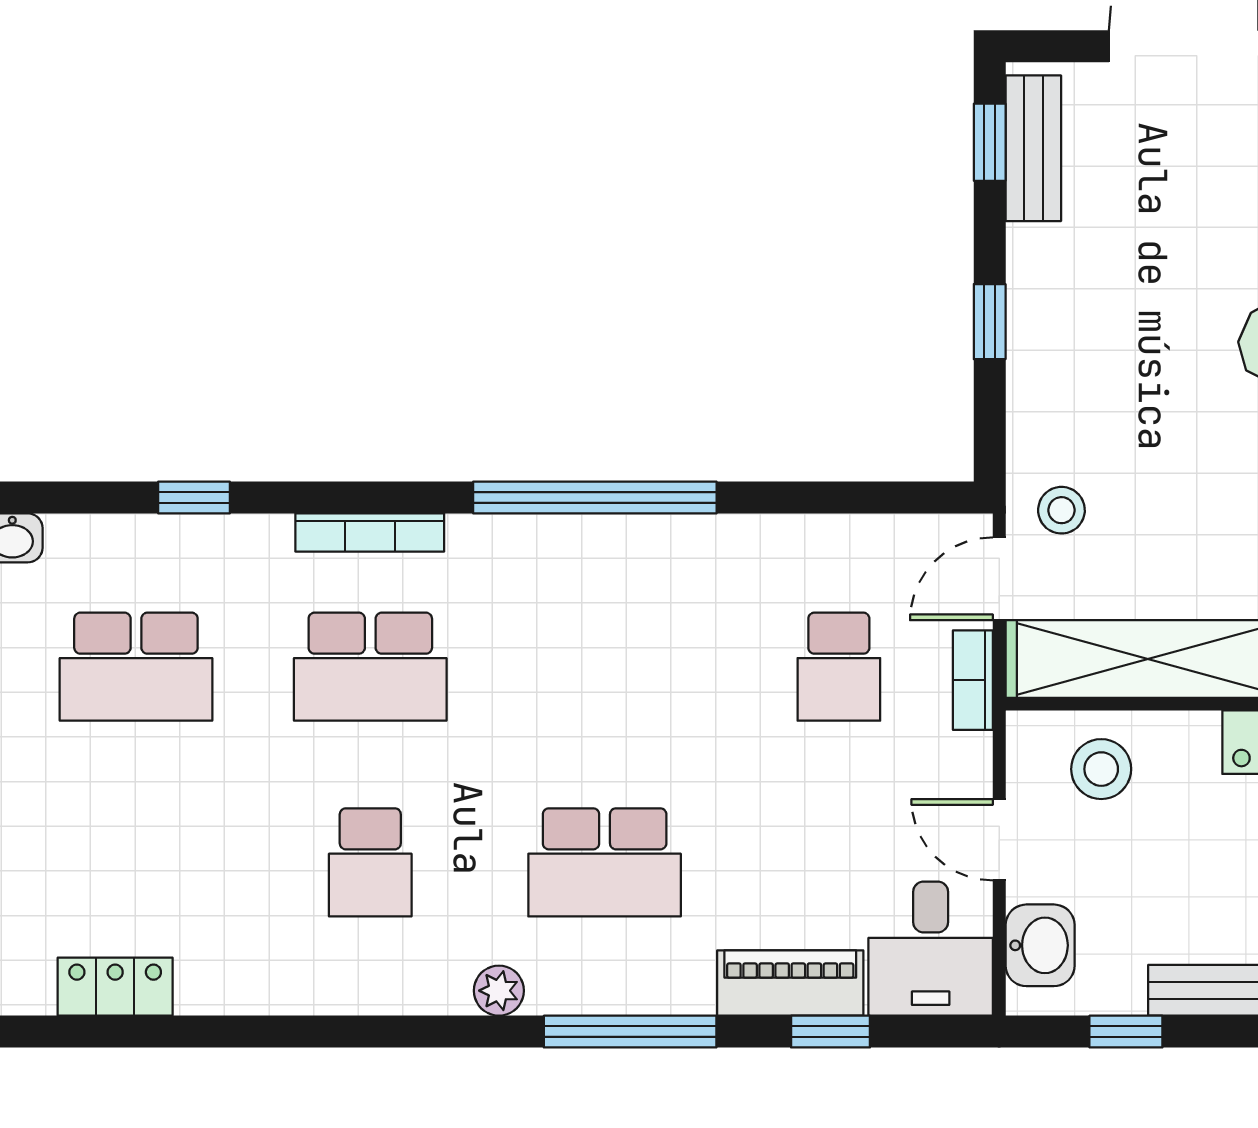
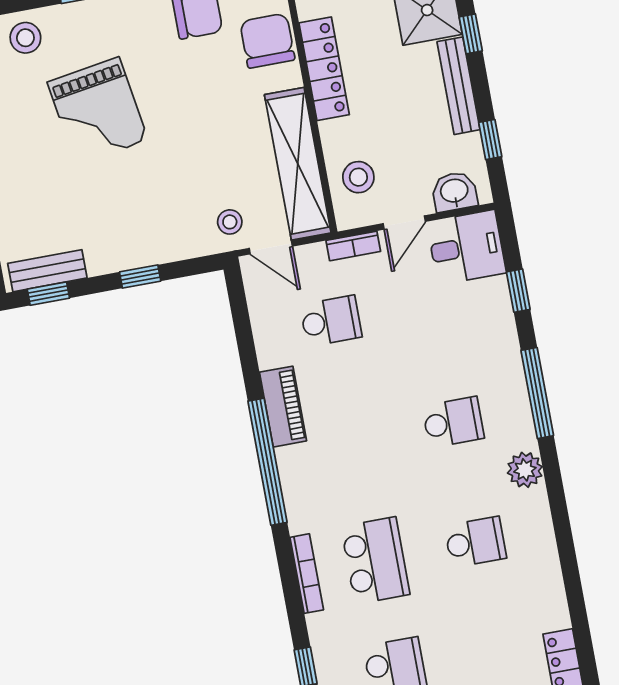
bookcase: (973, 680) -> (353, 246), moved
school desk: (605, 862) -> (453, 422), width x0.54
piano: (790, 983) -> (283, 407), moved, turned 180
plant: (499, 991) -> (525, 470), width x1.38, depth x1.38

